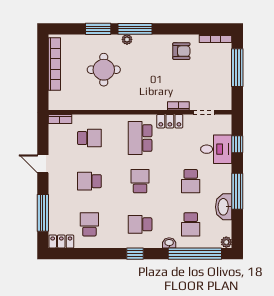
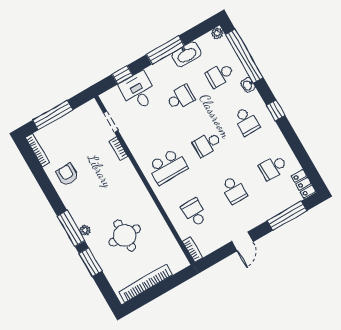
locker: (170, 121) -> (137, 148), removed
school desk: (191, 224) -> (220, 75), turned 180

